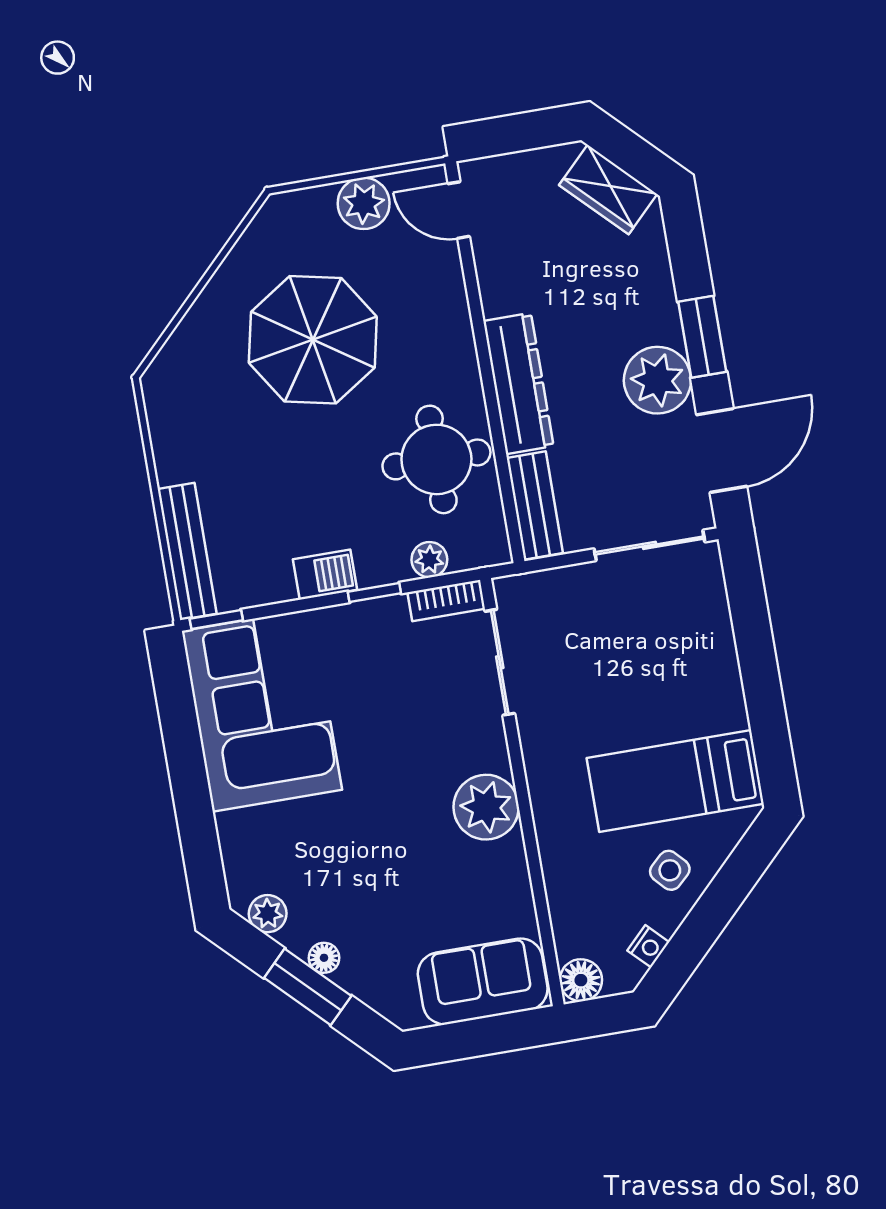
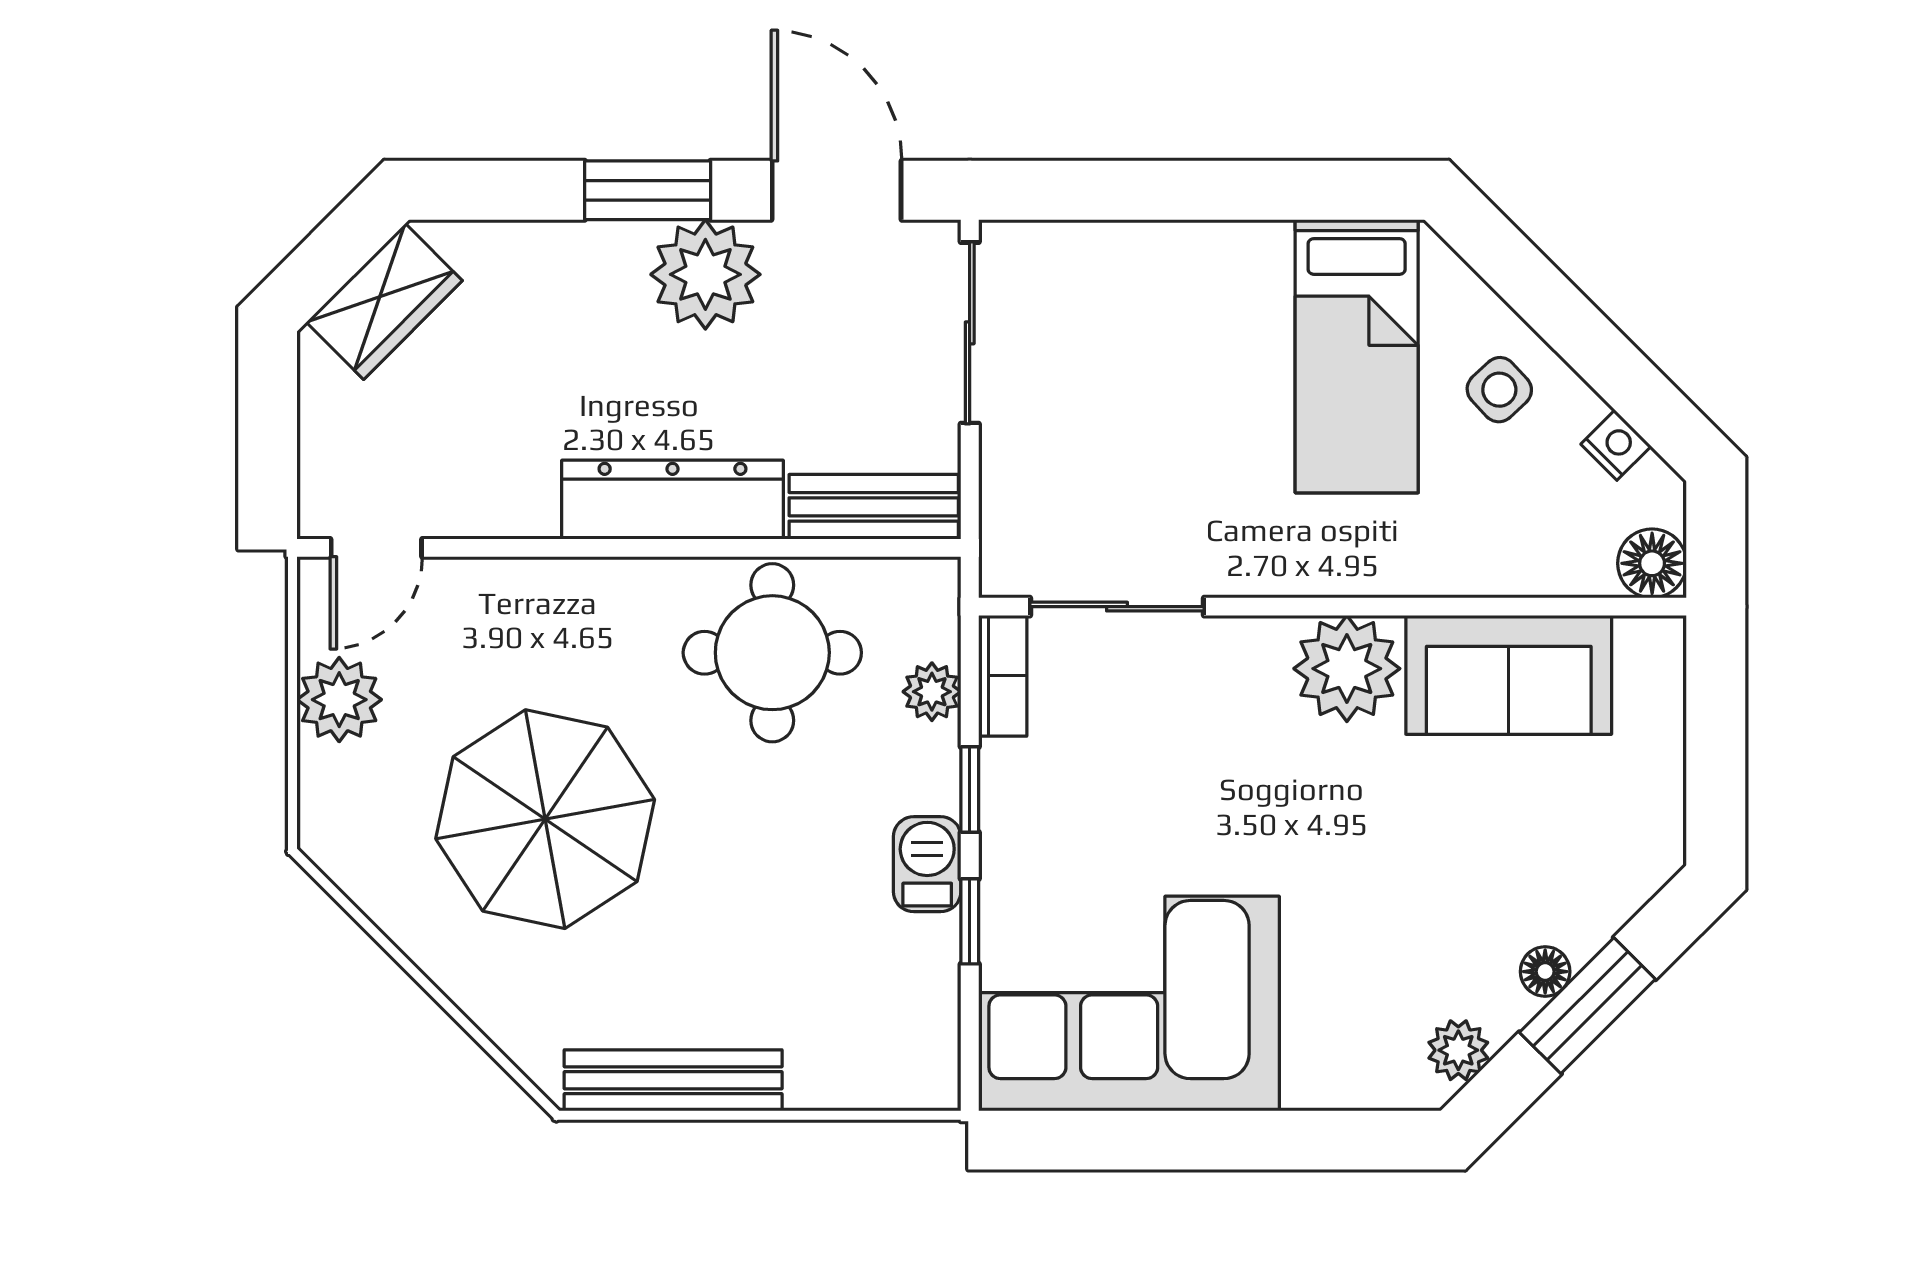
bench: (187, 551) -> (673, 1080), moved
window: (216, 619) -> (970, 921), moved
sofa: (483, 981) -> (1509, 675), moved, turned -90

